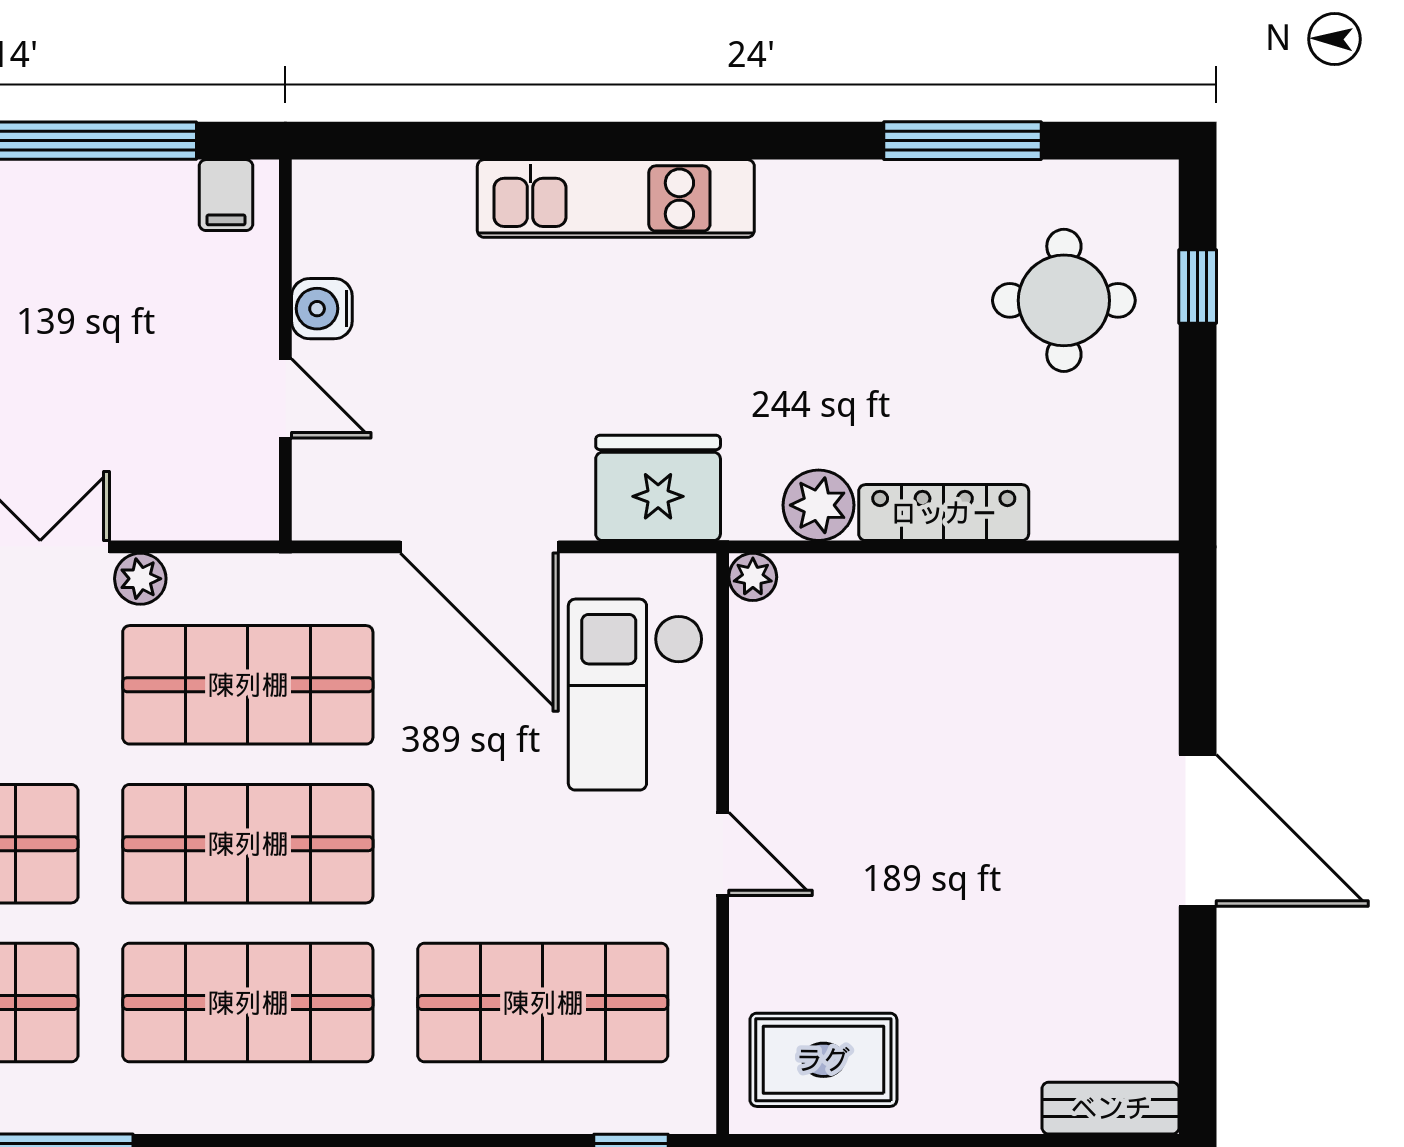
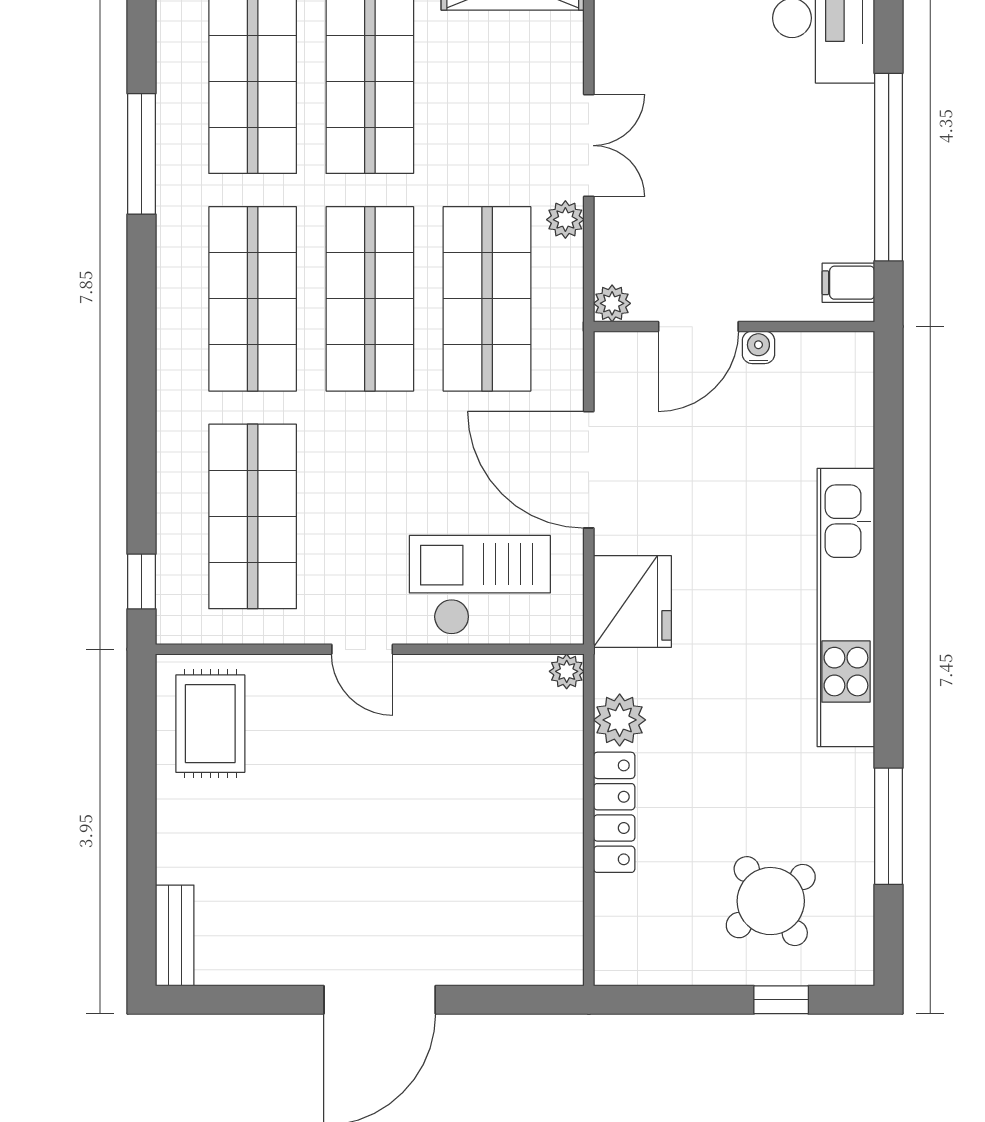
kitchen unit: (616, 198) -> (846, 608), width x1.36
round table: (1064, 300) -> (771, 901), turned -37
water cooler: (322, 309) -> (758, 347), width x0.72, depth x0.72
door: (285, 398) -> (698, 327), width x1.38
plant: (254, 515) -> (612, 303), added
door: (479, 547) -> (589, 470), hinge flipped
door: (723, 854) -> (362, 649), hinge flipped

